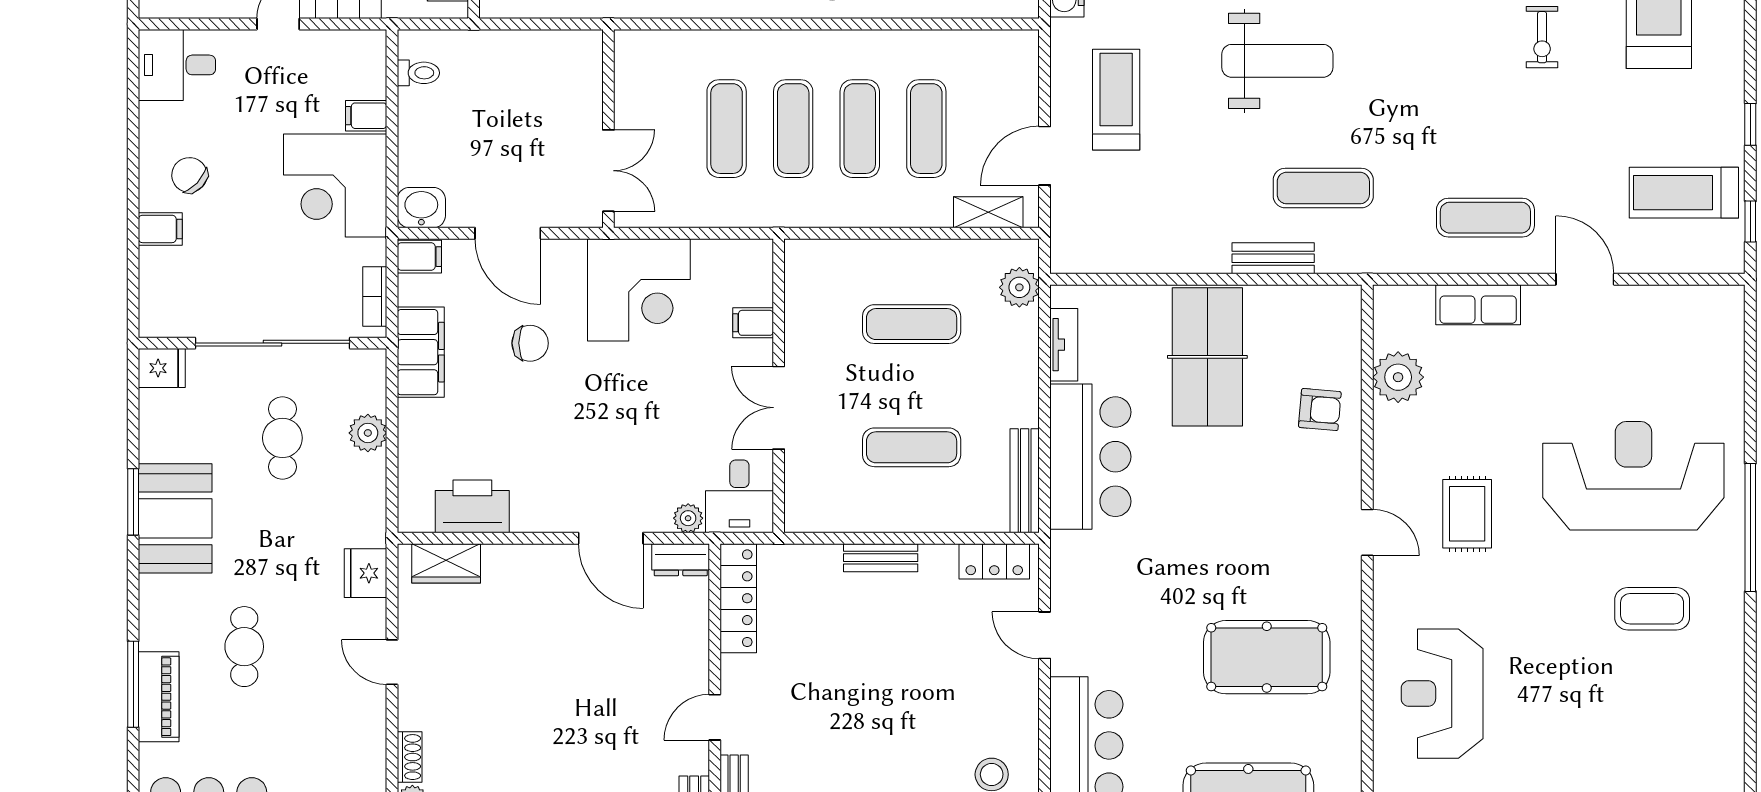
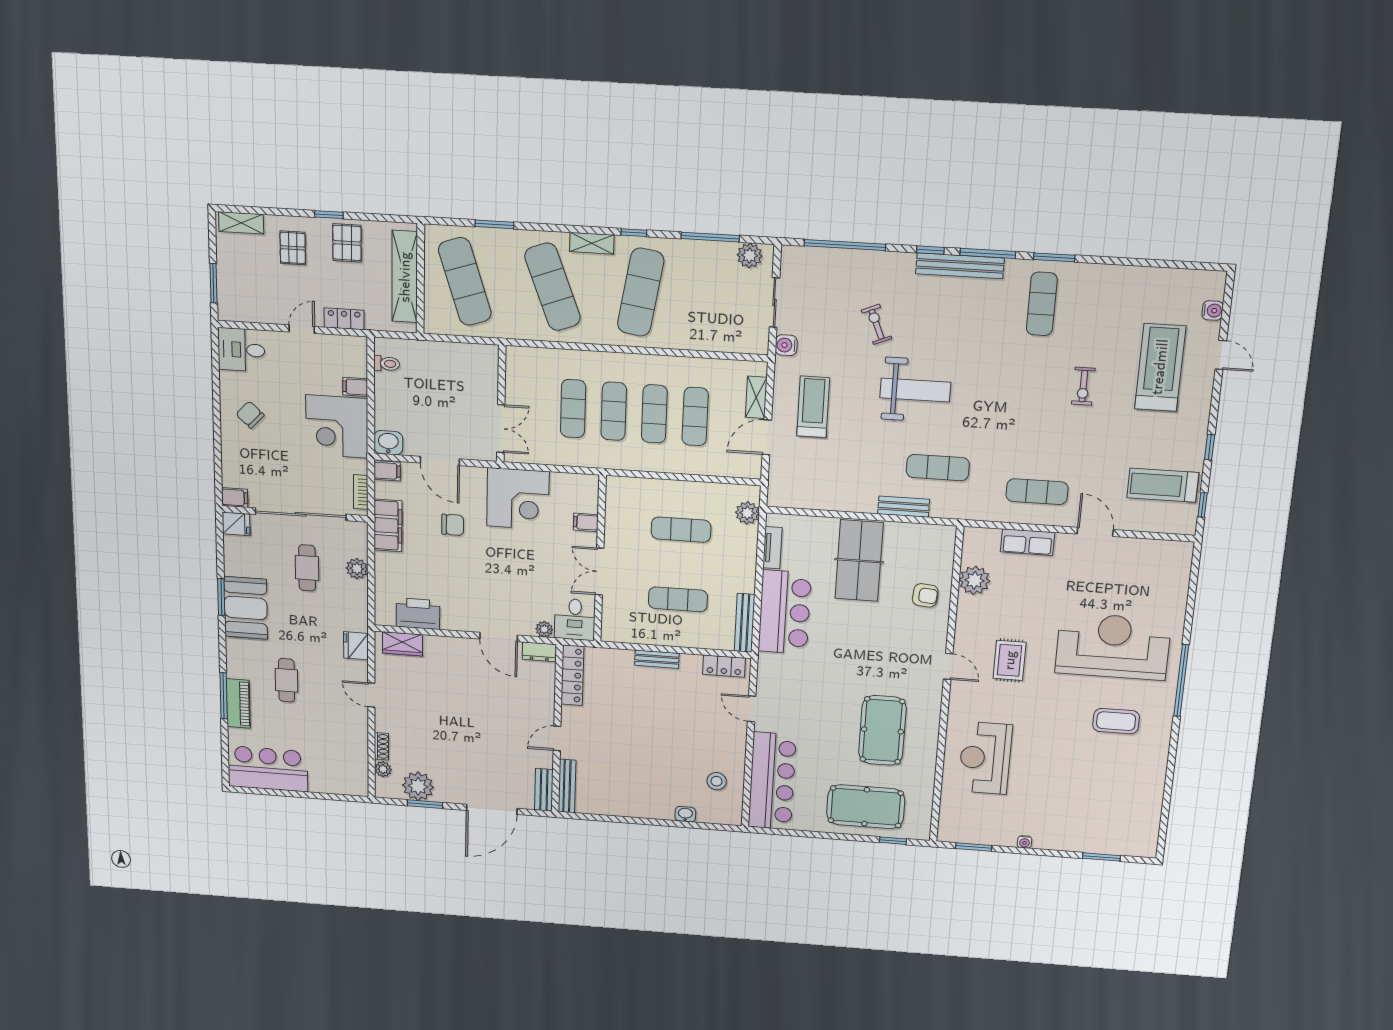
shelving: (988, 212) -> (756, 397), moved, turned 90
filing cabinet: (160, 229) -> (235, 497), moved
pool table: (1267, 657) -> (882, 730), turned 90

